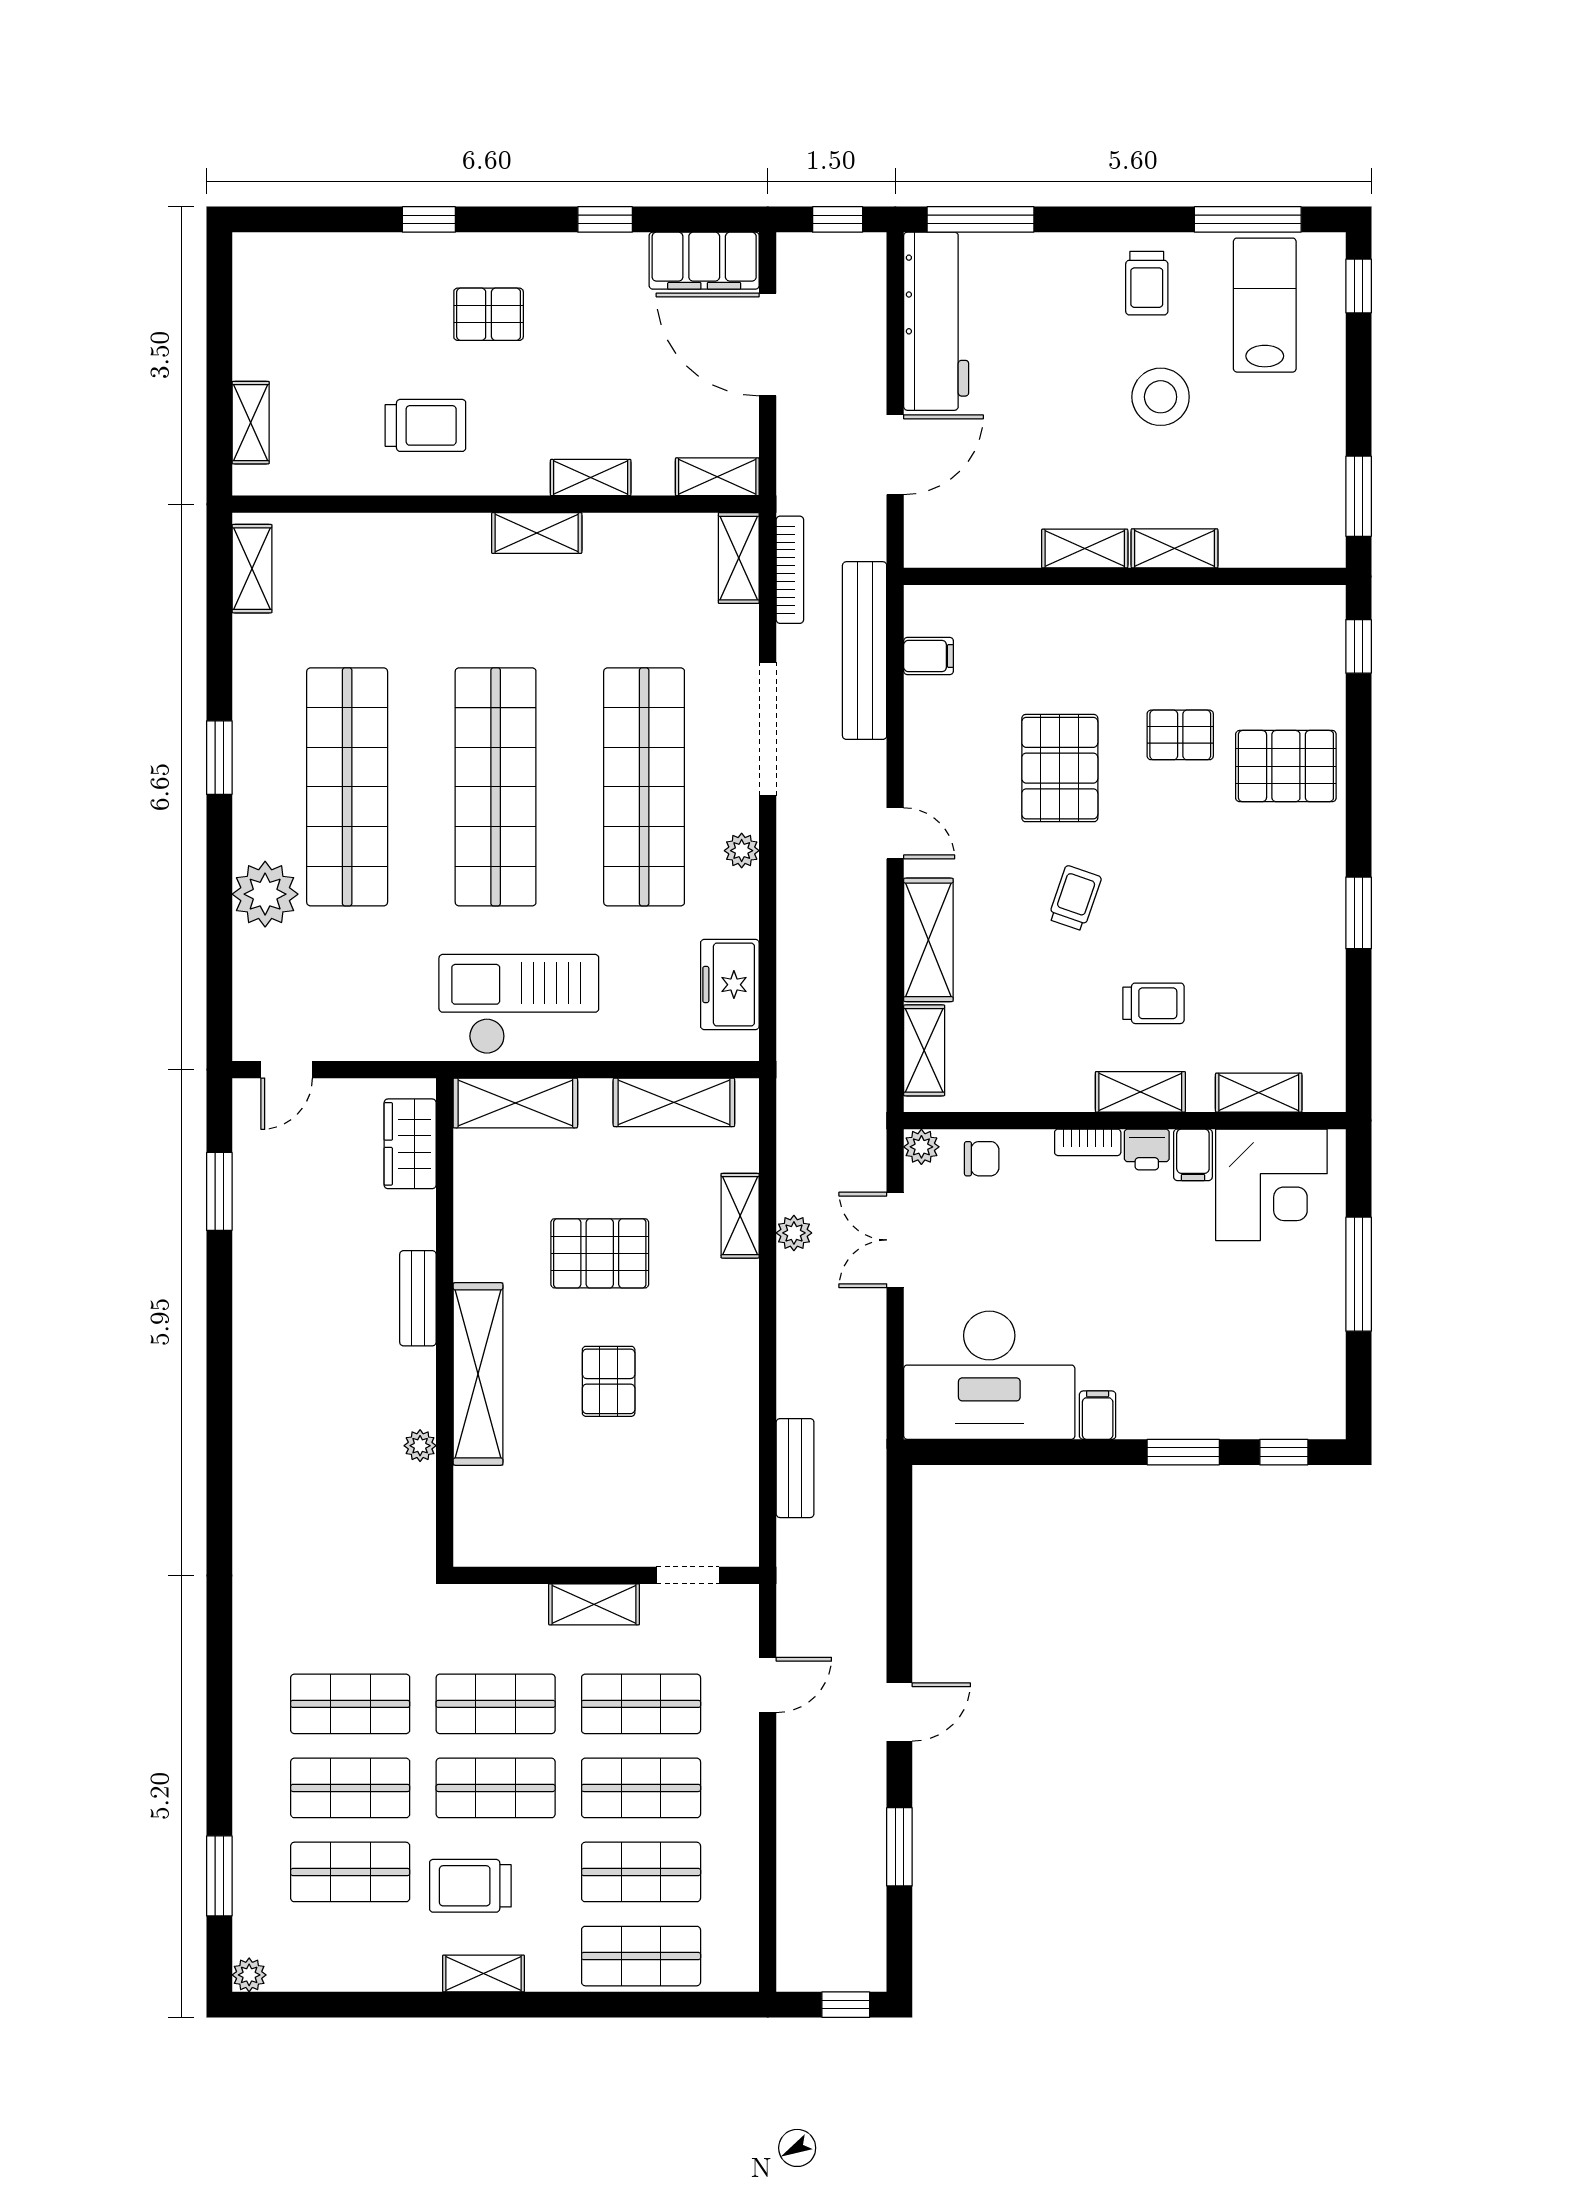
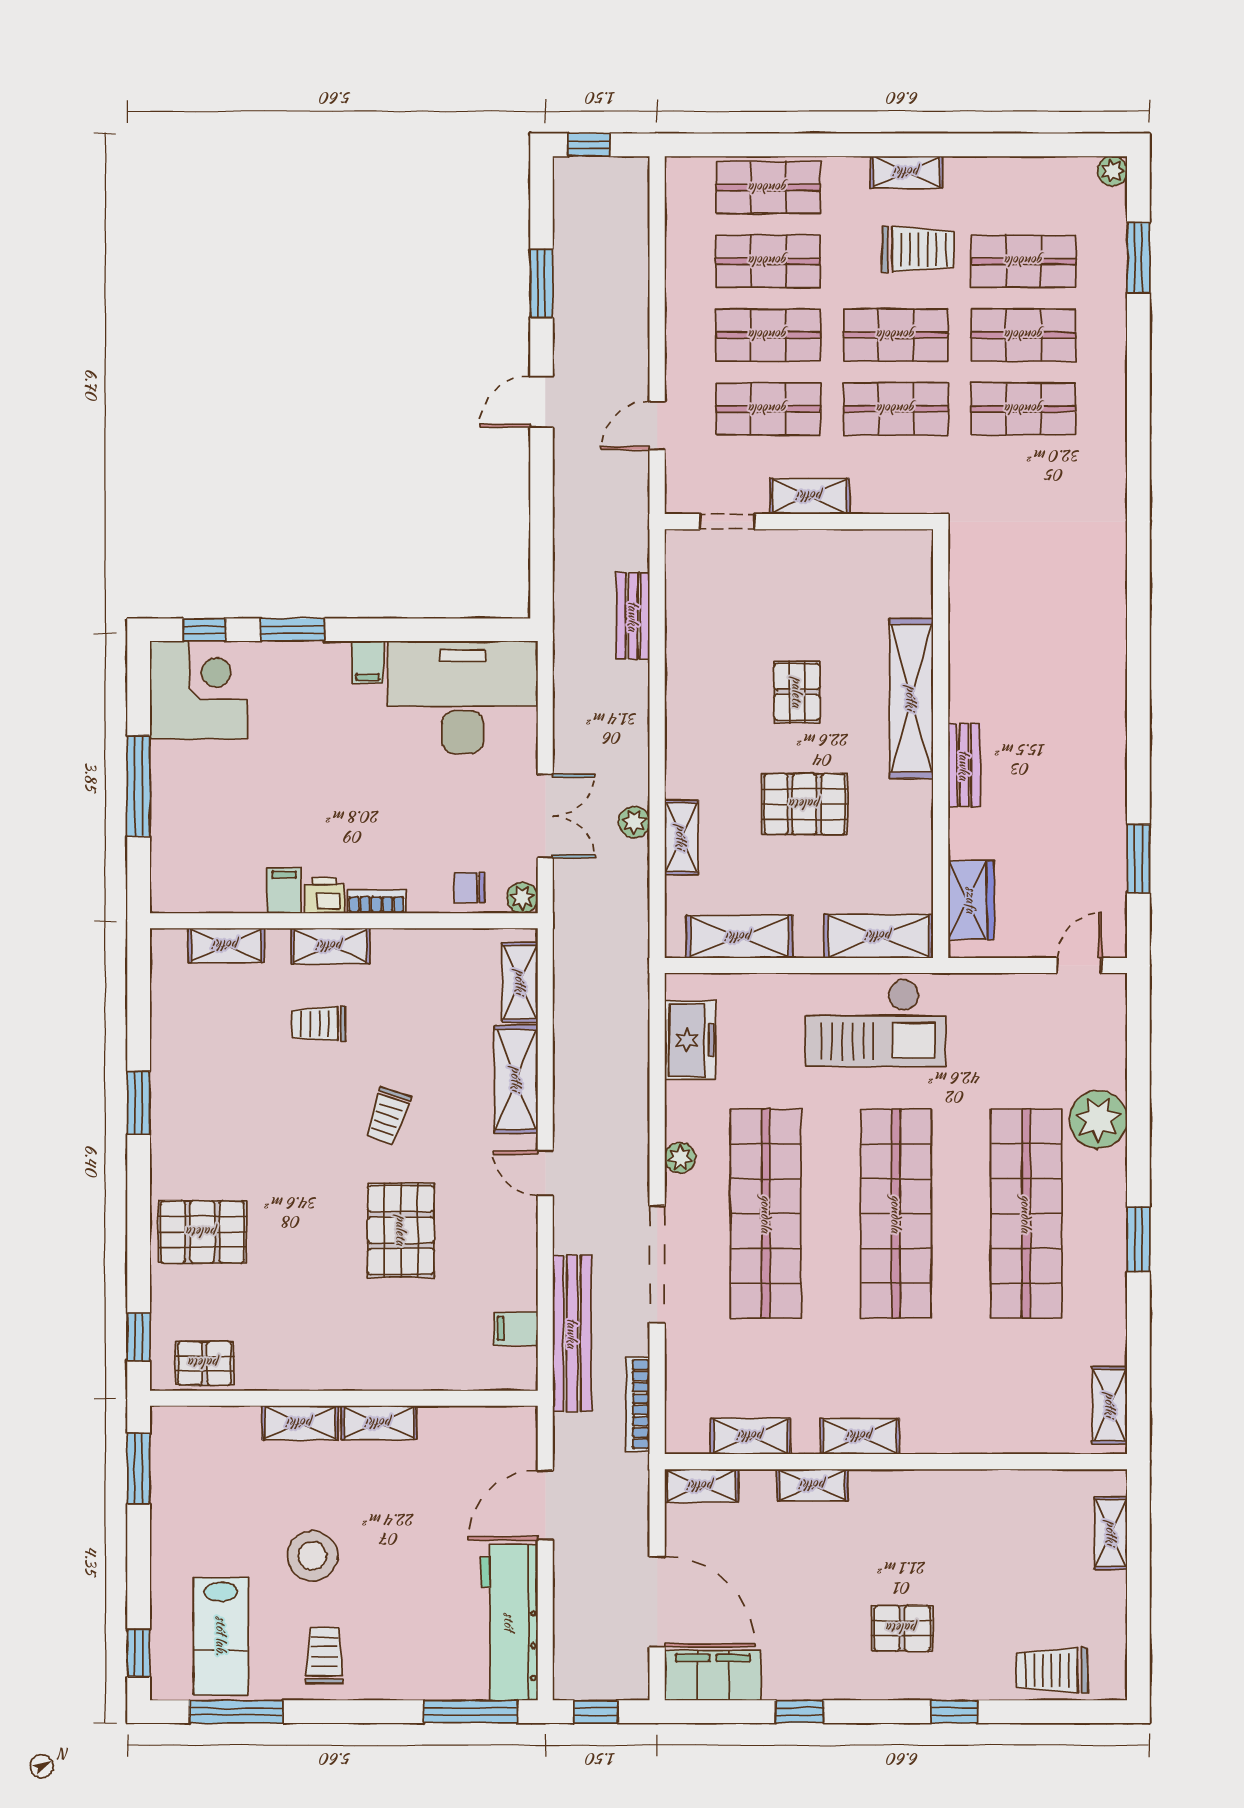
trolley: (425, 425) -> (1052, 1670), moved
shelving: (739, 558) -> (751, 1436), moved, turned 90
pallet: (1180, 735) -> (204, 1363), moved
corner desk: (1271, 1185) -> (199, 690), moved, turned 90
plant: (420, 1446) -> (962, 635), removed

